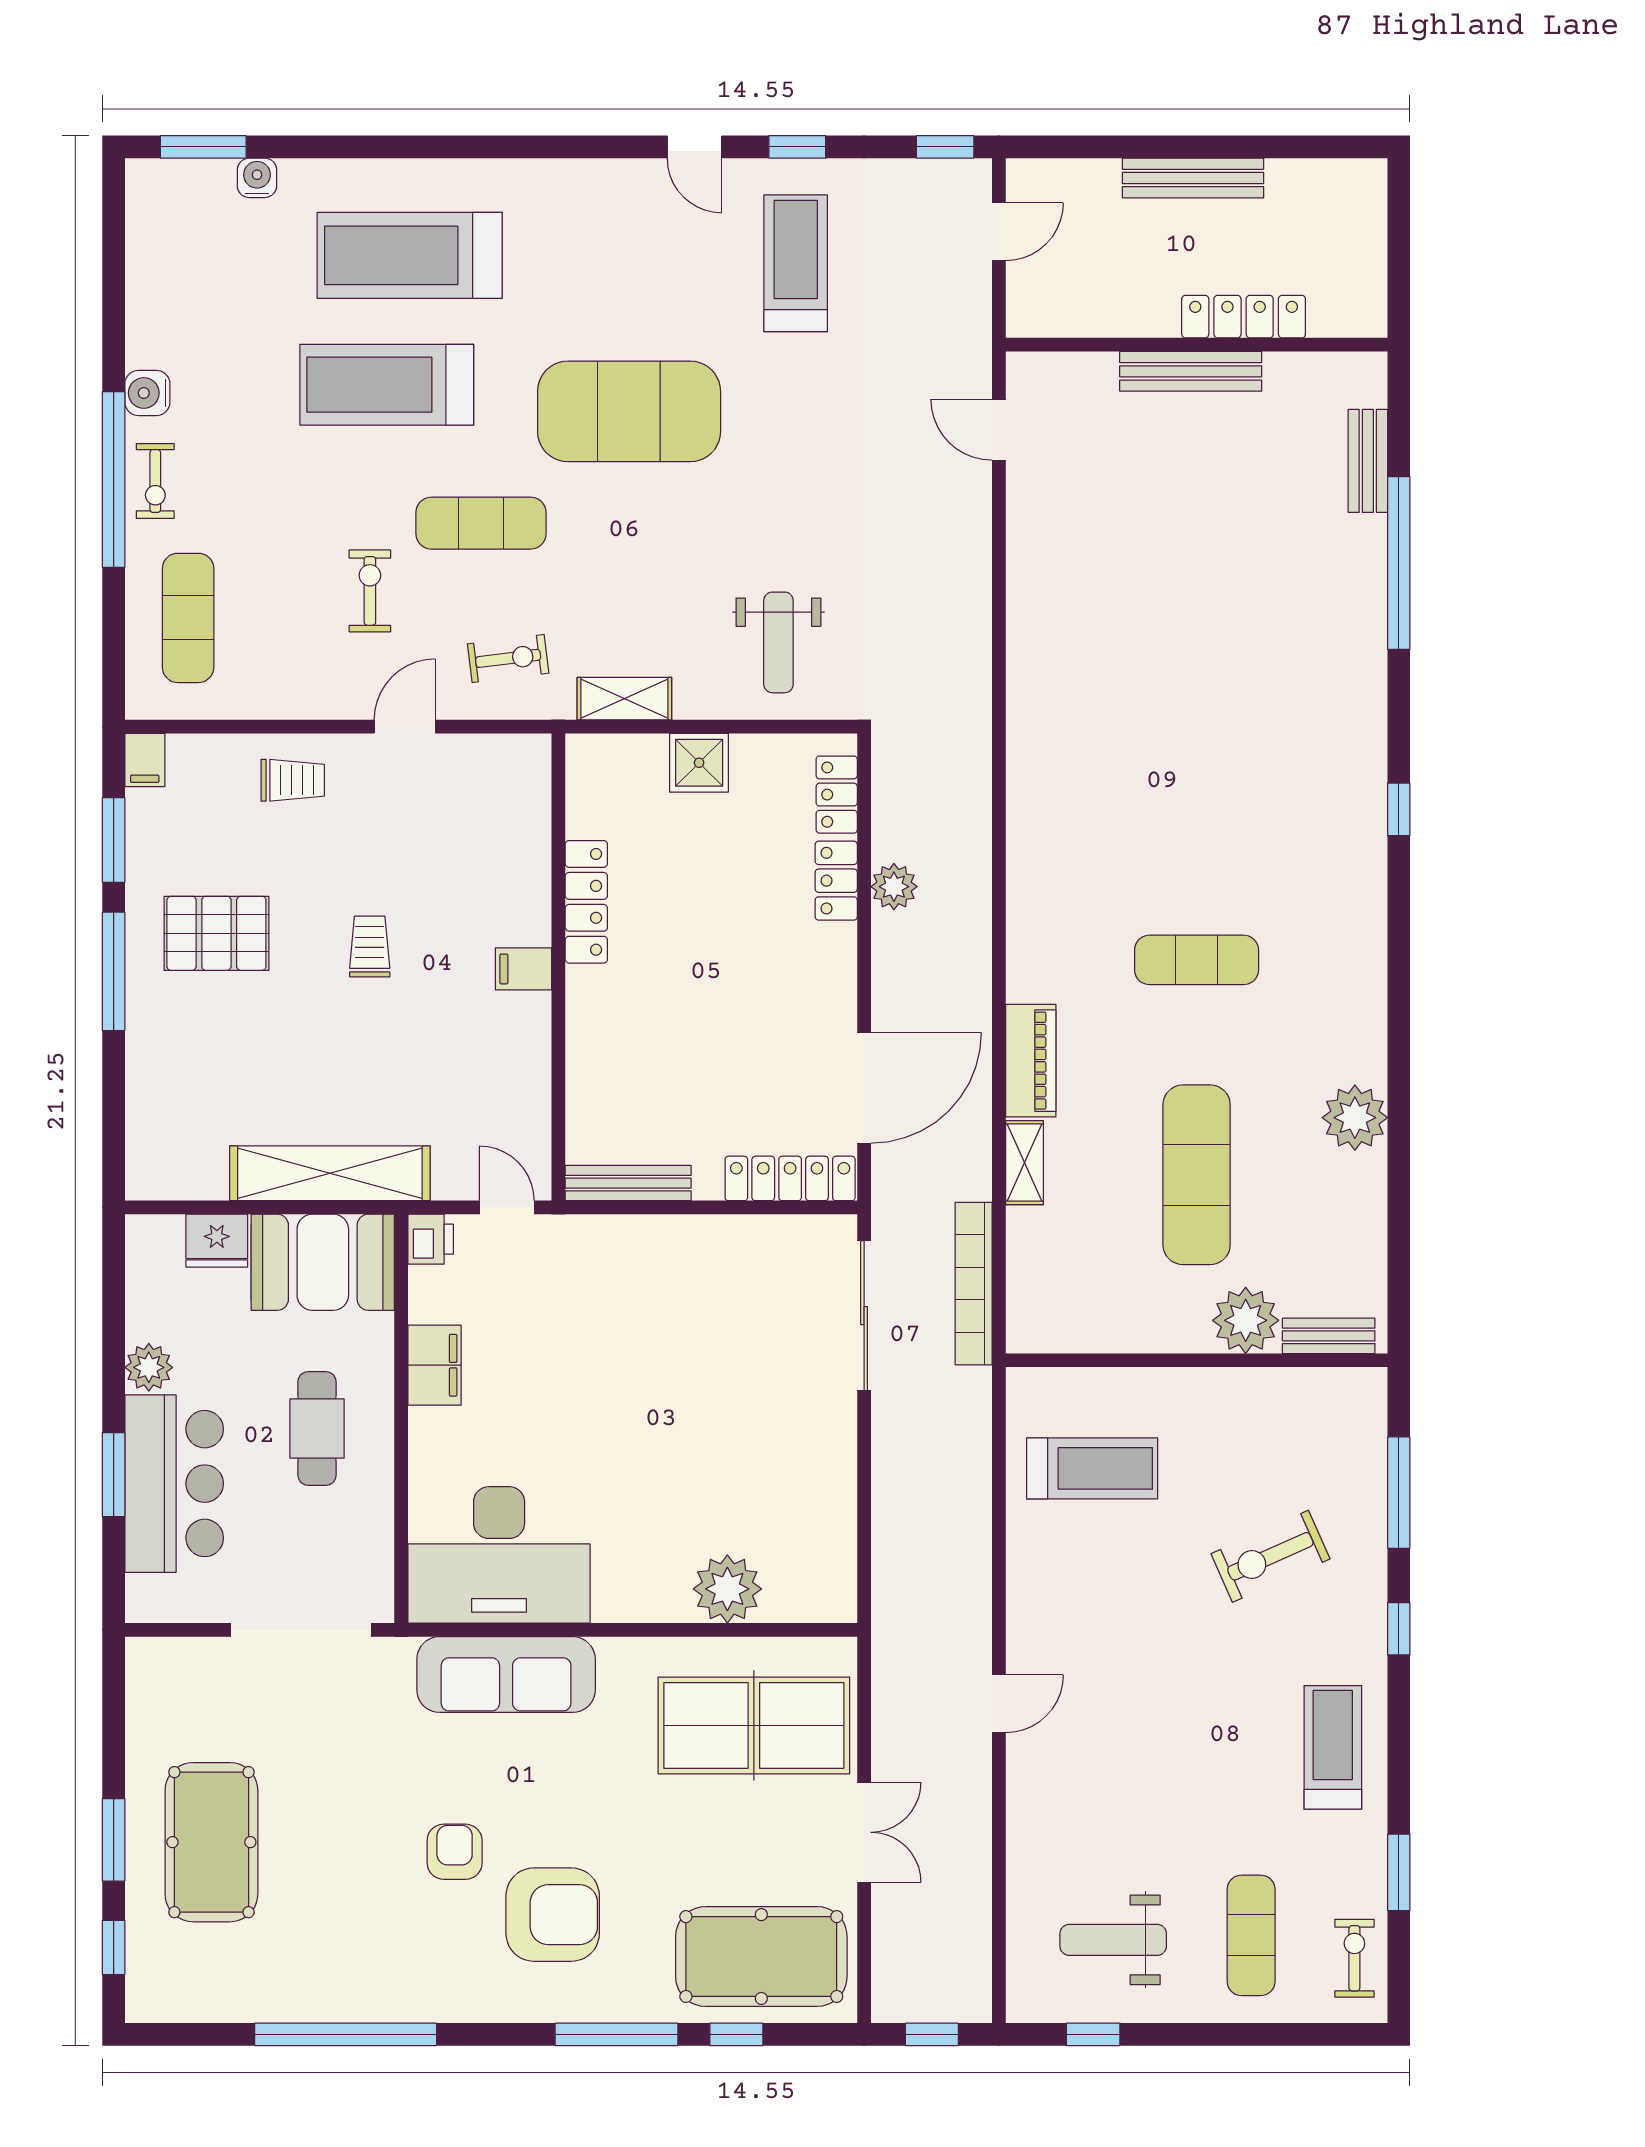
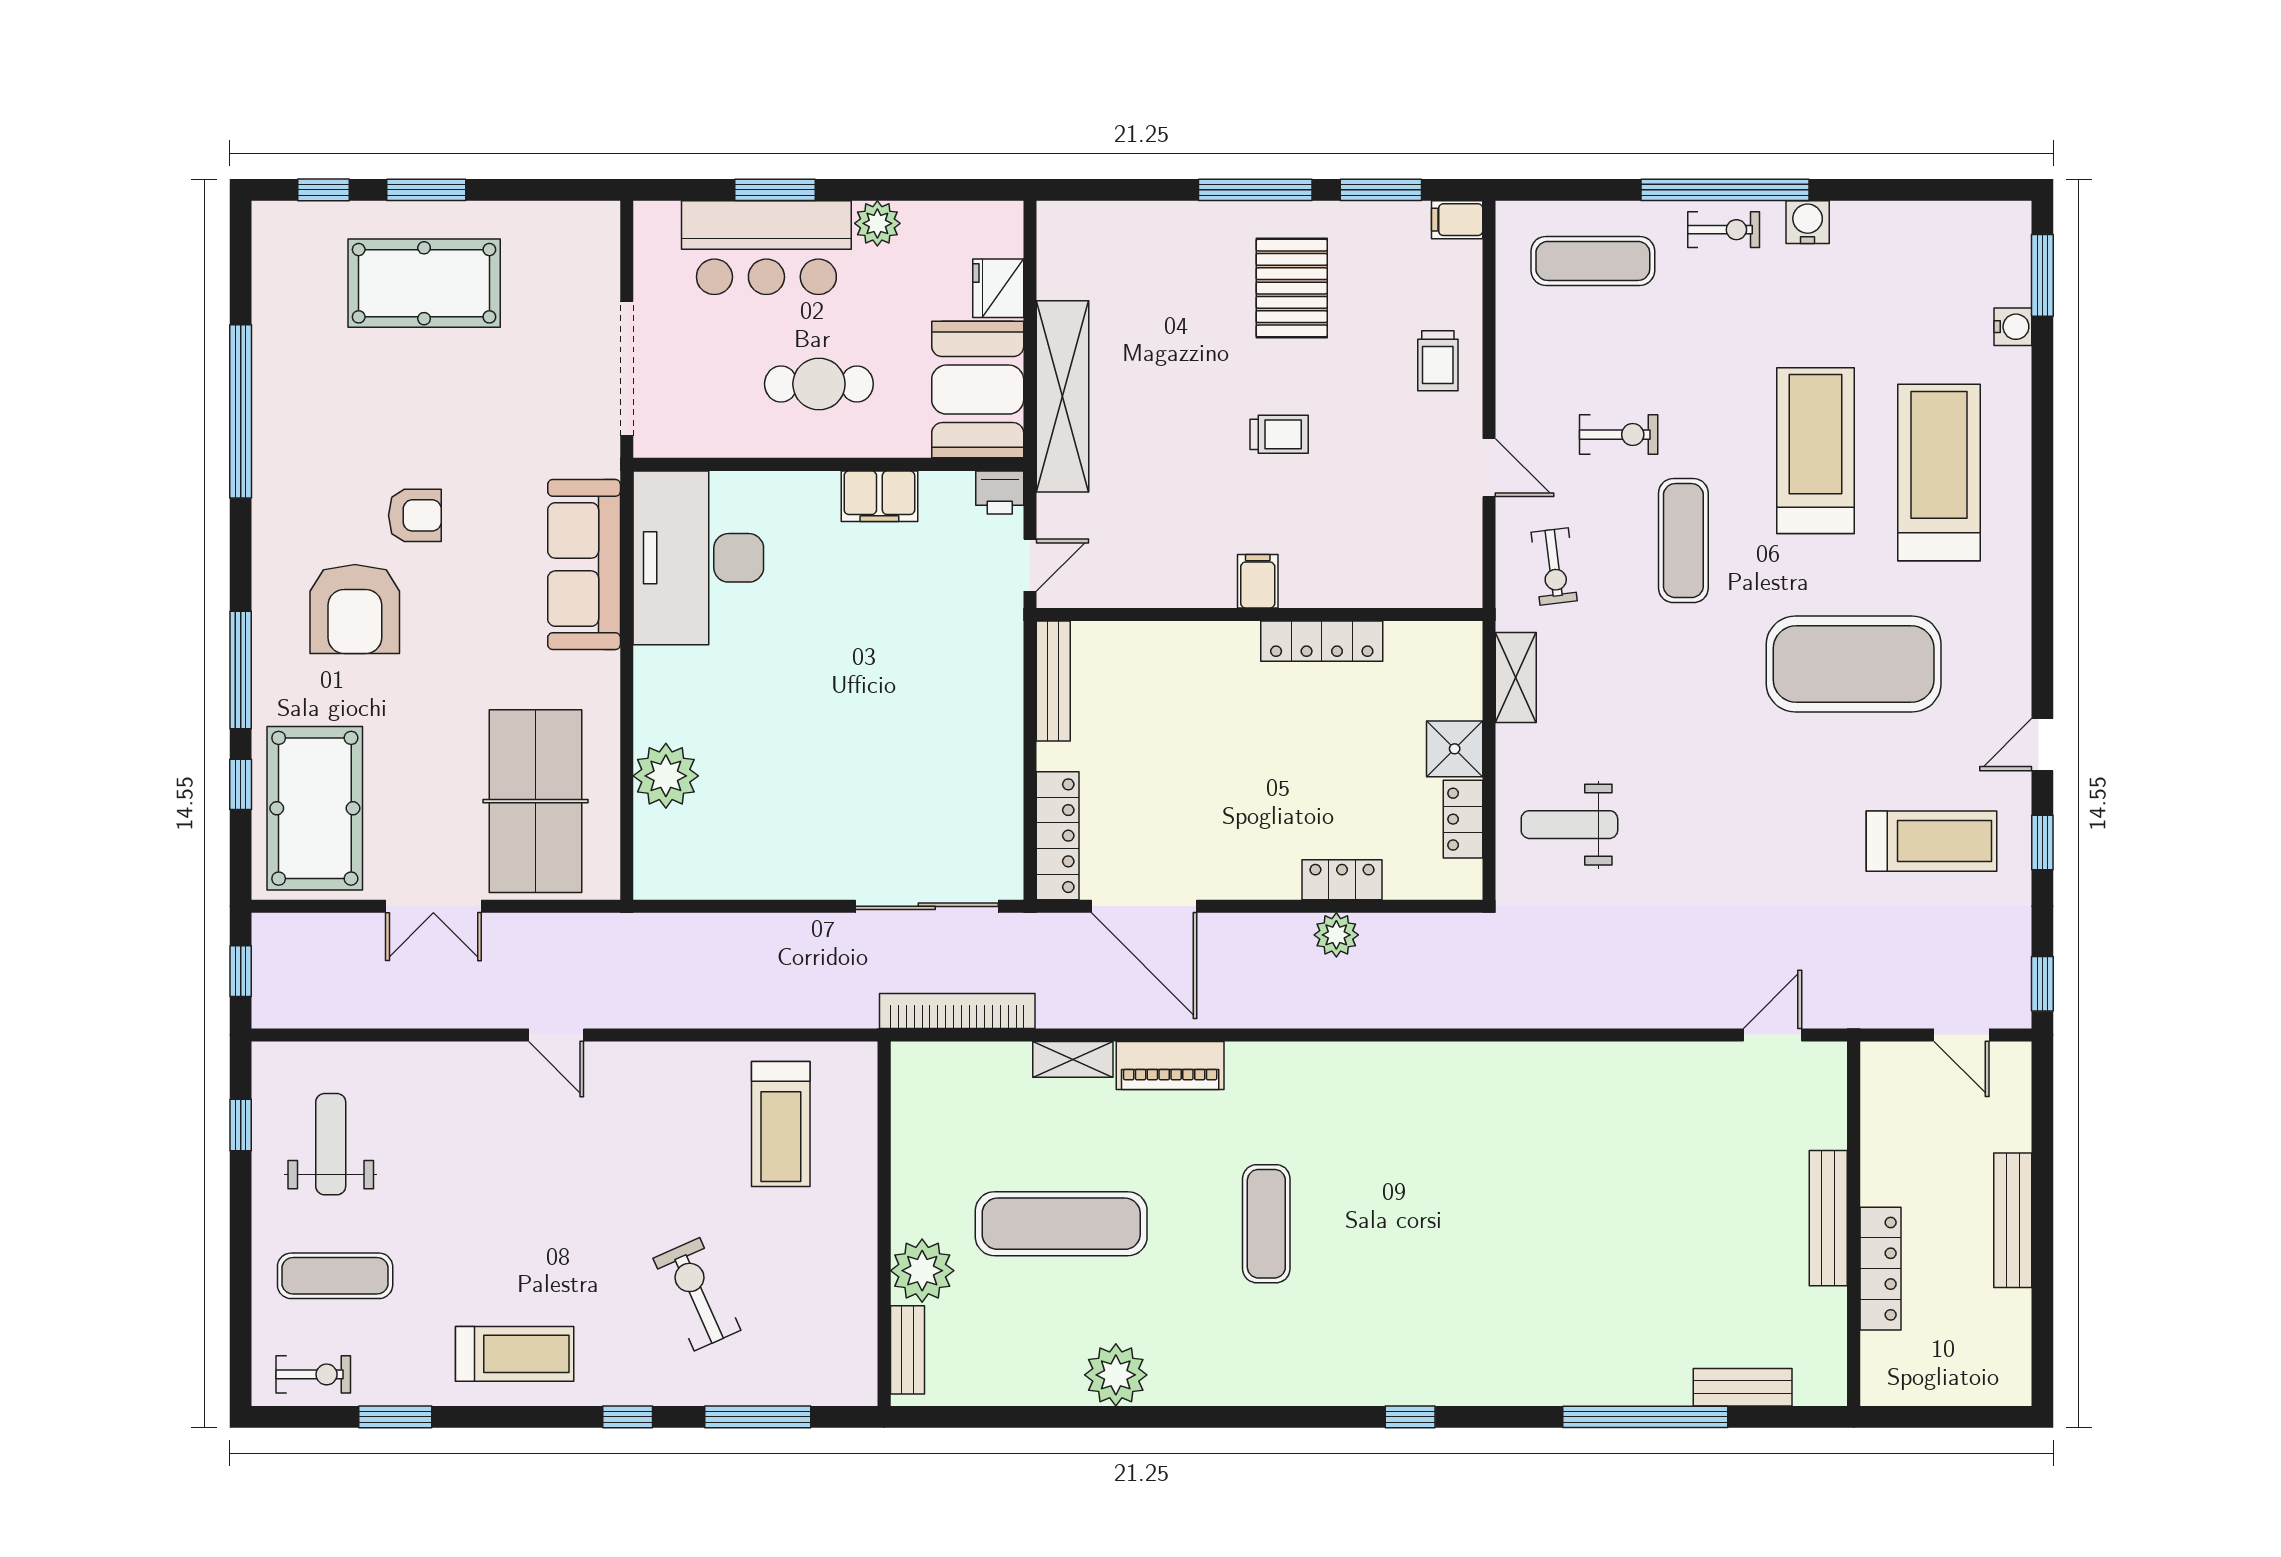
exercise mat: (629, 411) -> (1854, 664), moved, turned 90
exercise bike: (155, 481) -> (1724, 230), turned 180
locker: (837, 795) -> (1463, 819), moved, turned -90

